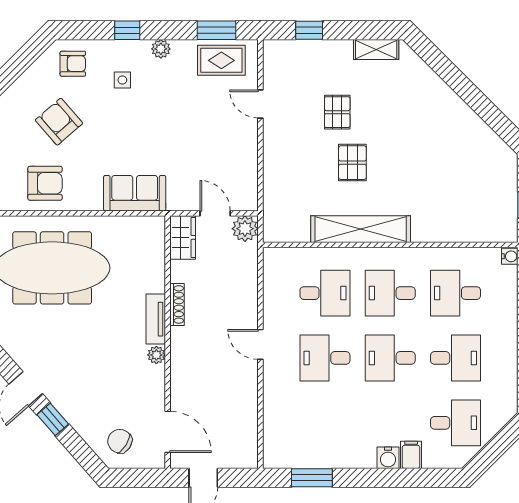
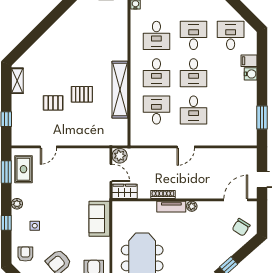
door: (215, 213) -> (111, 173), swing flipped

